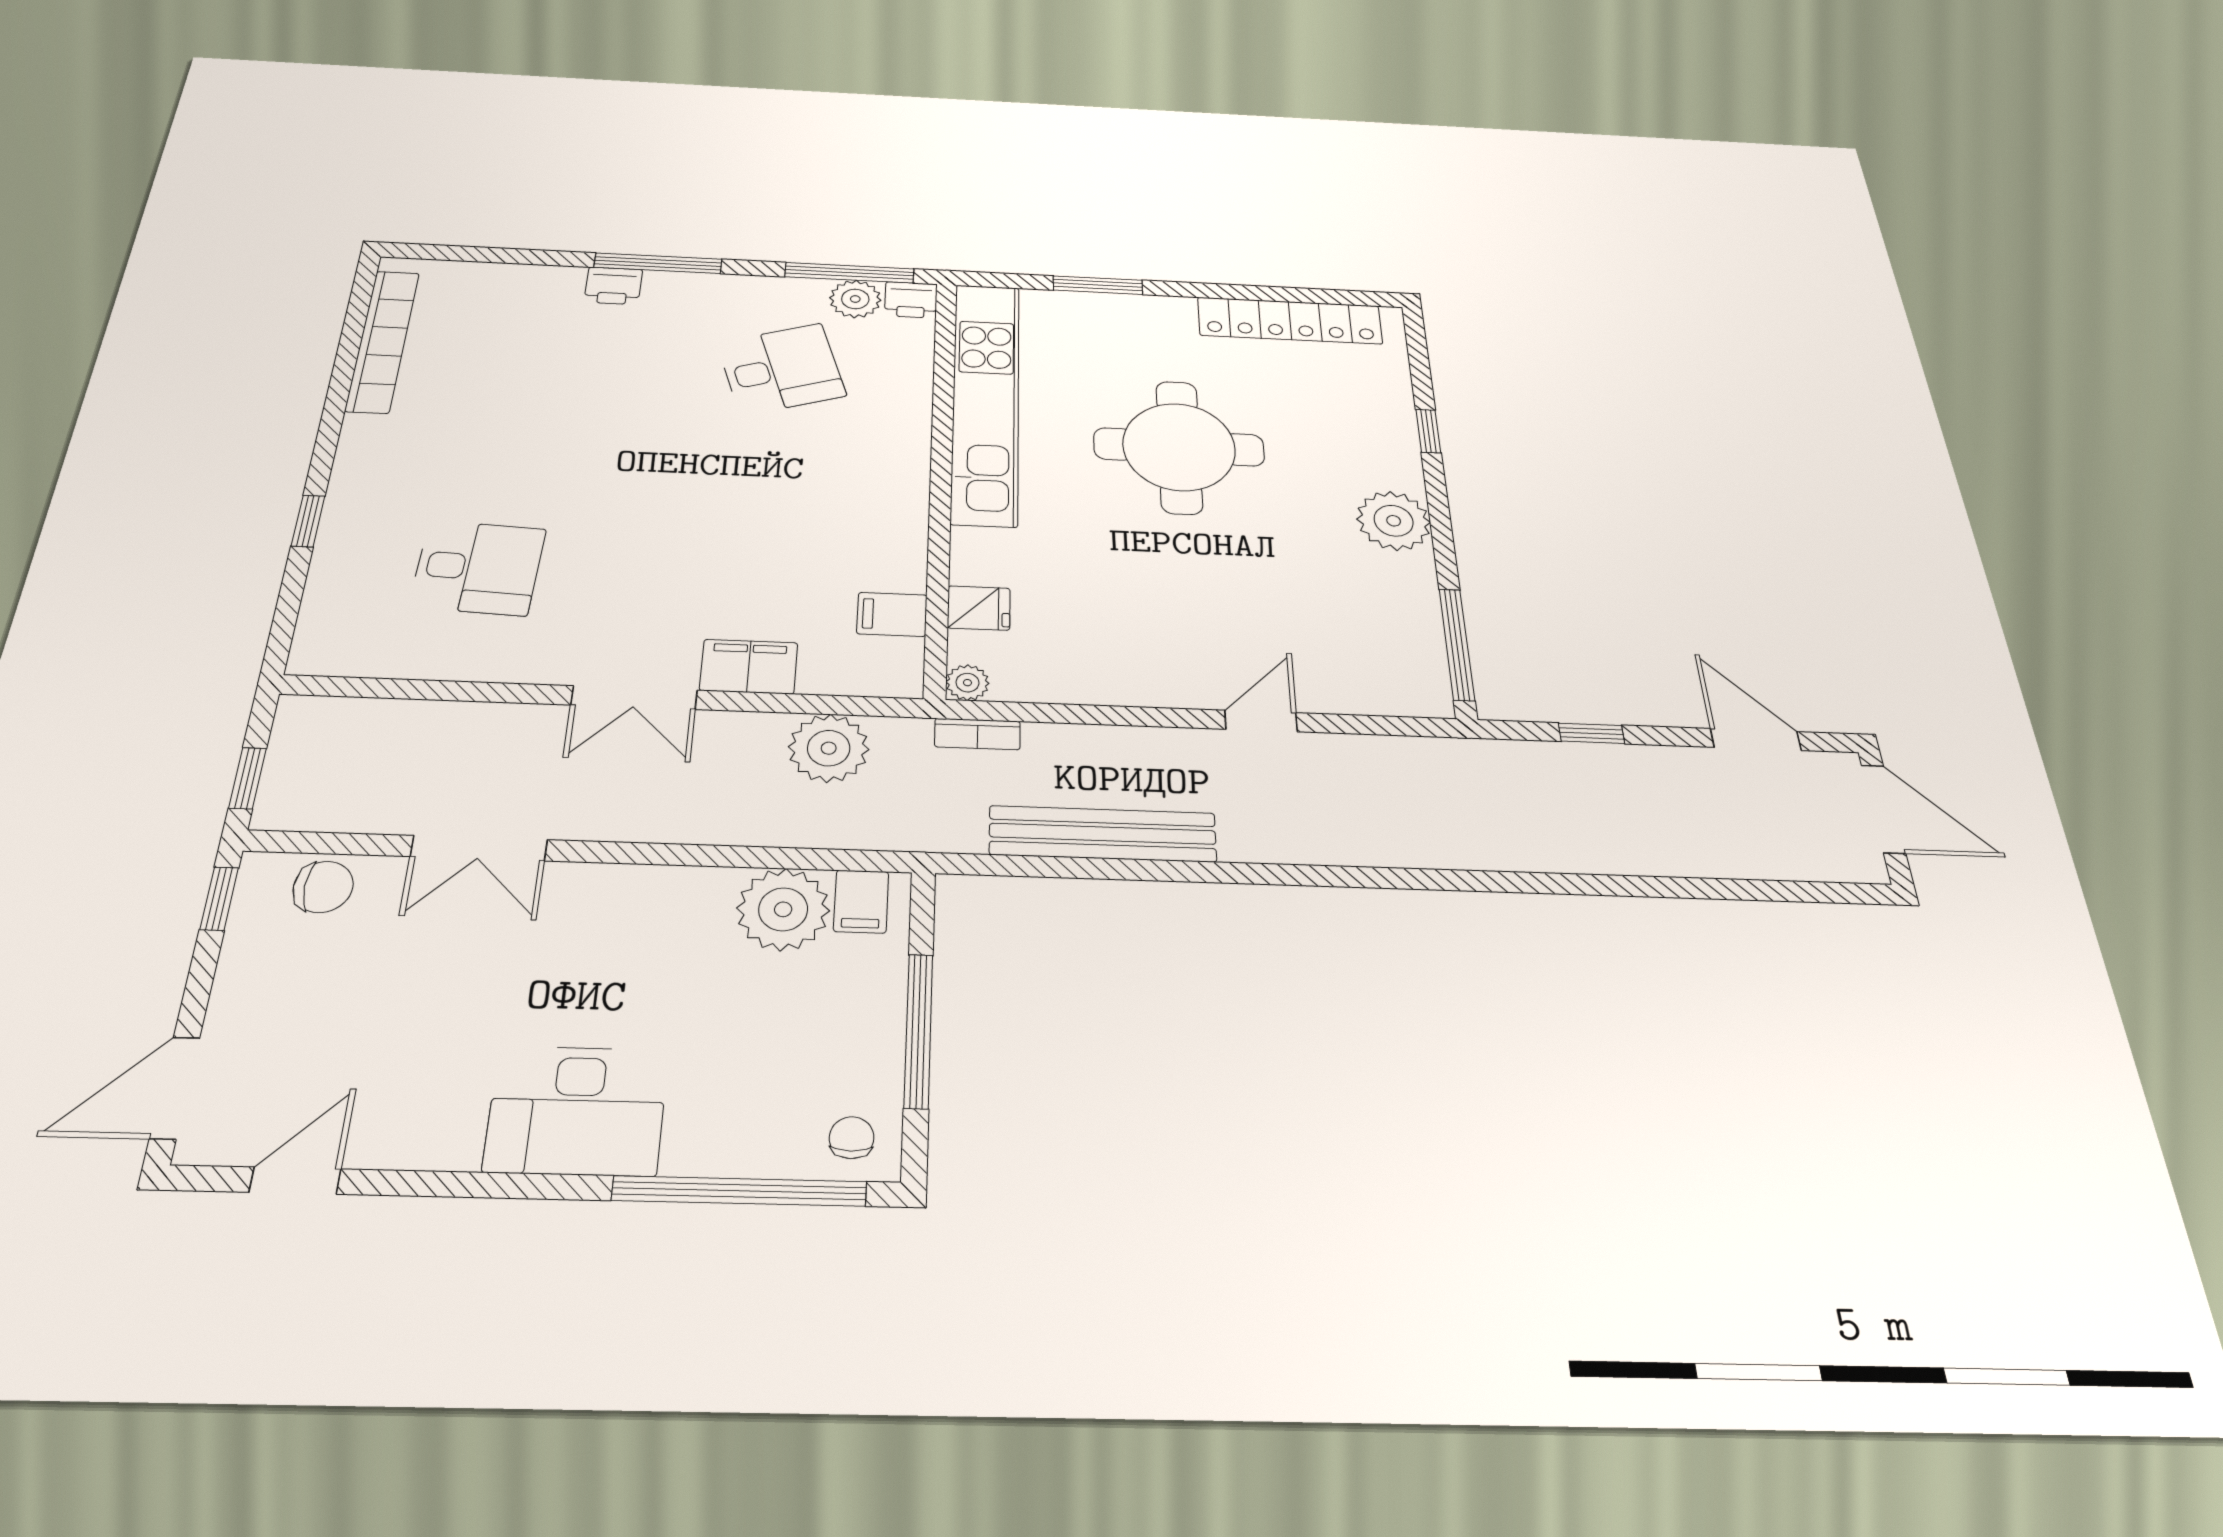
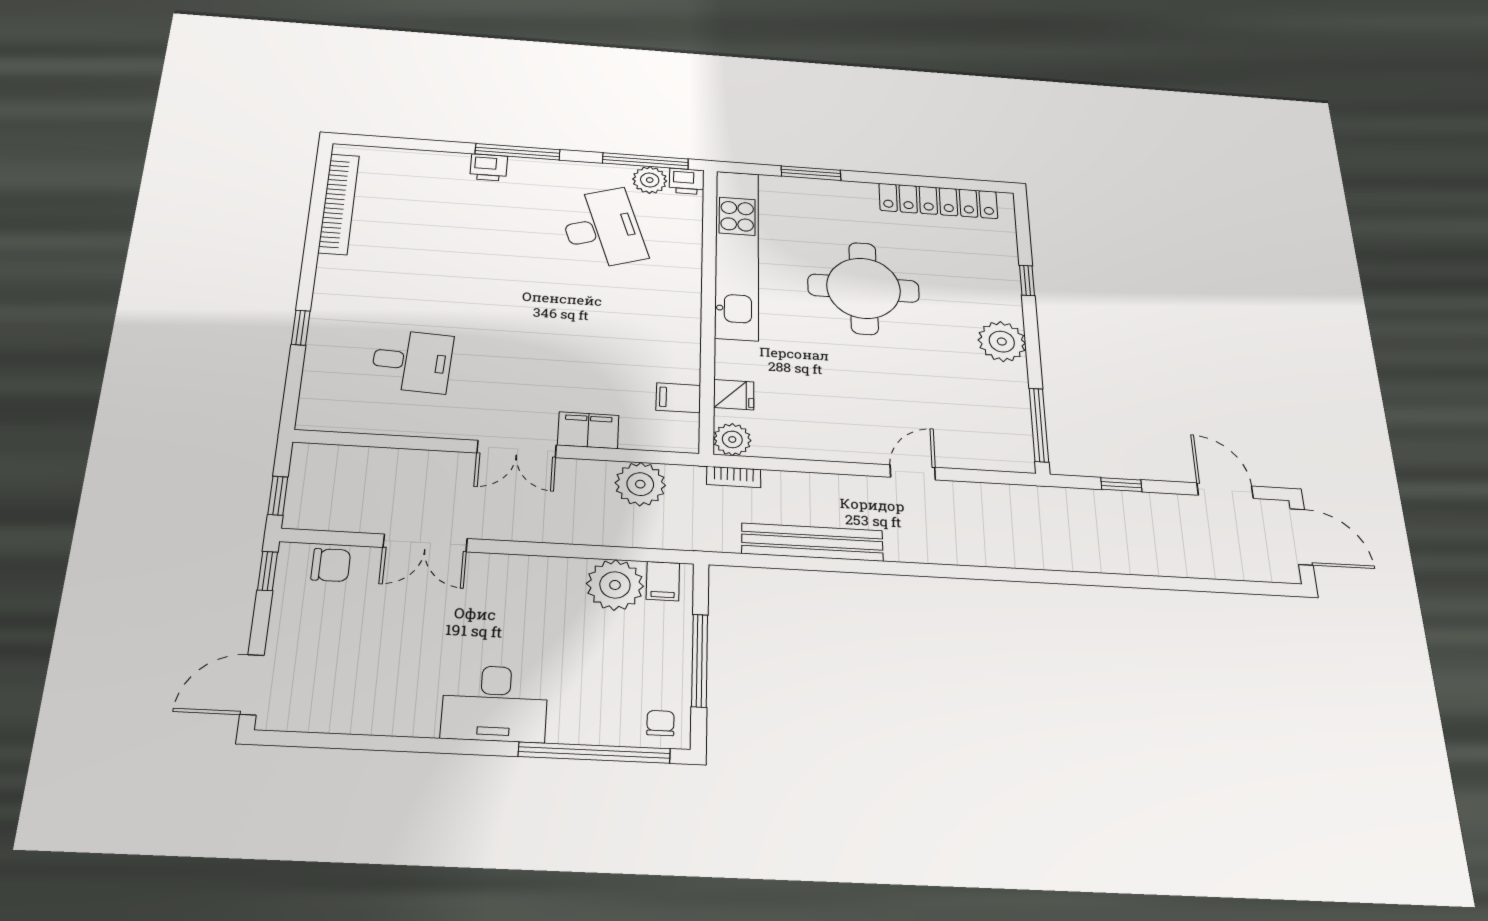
desk: (781, 369) -> (602, 229), width x1.37
plant: (967, 683) -> (732, 439), width x1.38, depth x1.38
door: (295, 1181) -> (329, 741), removed

